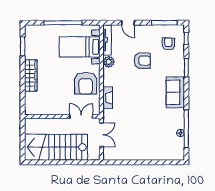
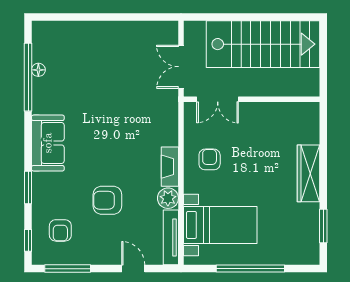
armchair: (86, 83) -> (210, 159), width x0.53, depth x0.53
fireplace: (108, 98) -> (170, 167), moved

